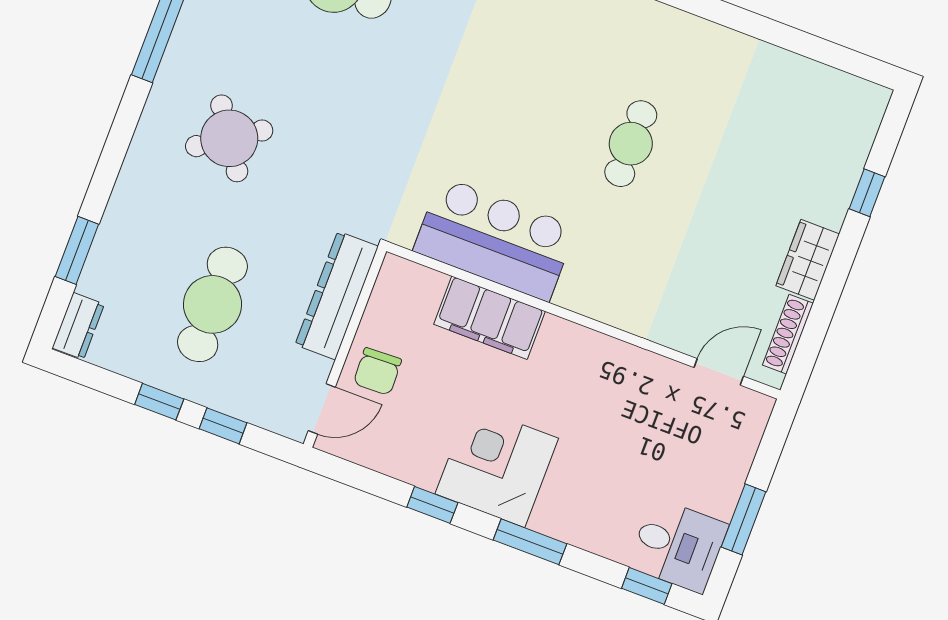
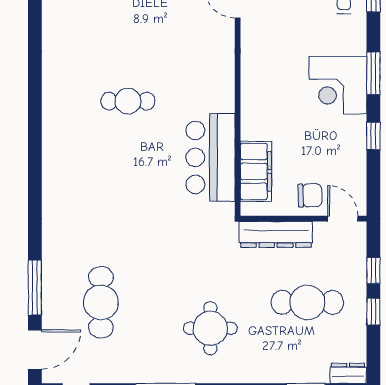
round table: (229, 138) -> (210, 328), turned 34
filing cabinet: (489, 318) -> (256, 171), moved
corner desk: (497, 466) -> (338, 85), moved

